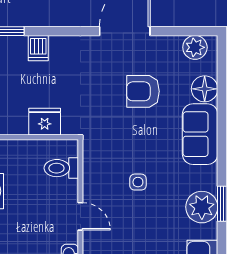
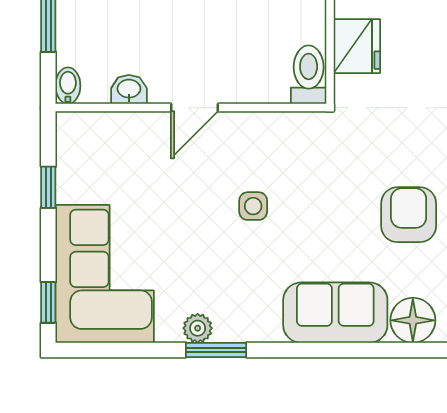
toilet: (61, 168) -> (309, 75), moved
plant: (202, 207) -> (198, 328), width x0.53, depth x0.53

